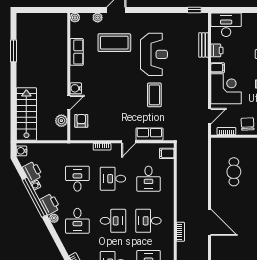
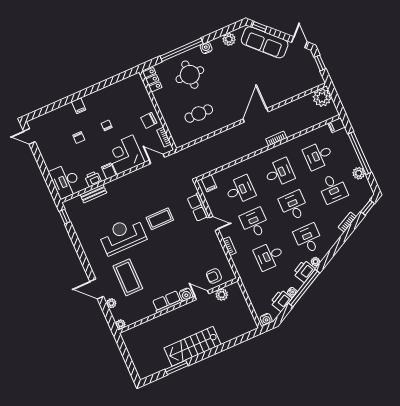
row of seats: (77, 52) -> (167, 302), moved
stairs: (26, 114) -> (192, 346), moved
desk: (113, 179) -> (255, 223), turned 180
desk: (77, 221) -> (308, 239), turned -90
desk: (148, 221) -> (279, 173), turned -90

